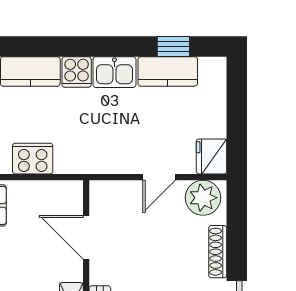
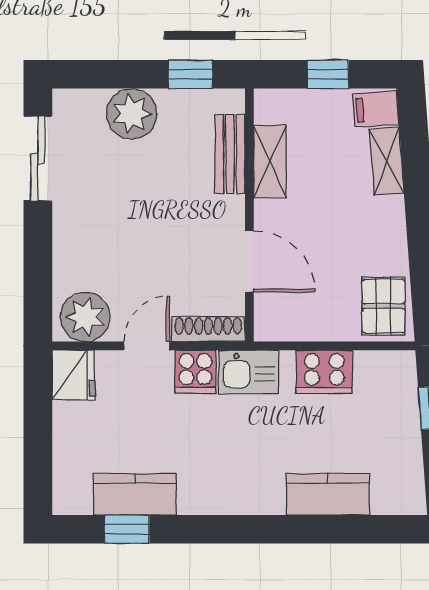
cooker: (77, 72) -> (195, 372), moved, turned 180
kitchen sink: (114, 72) -> (249, 372), moved, turned 180
shoe rack: (218, 252) -> (208, 329), moved, turned -90

